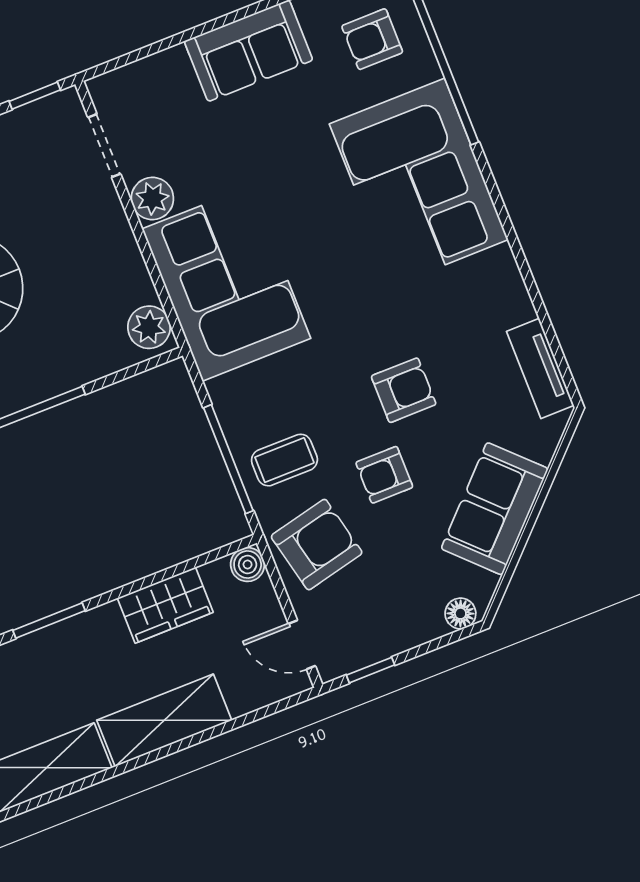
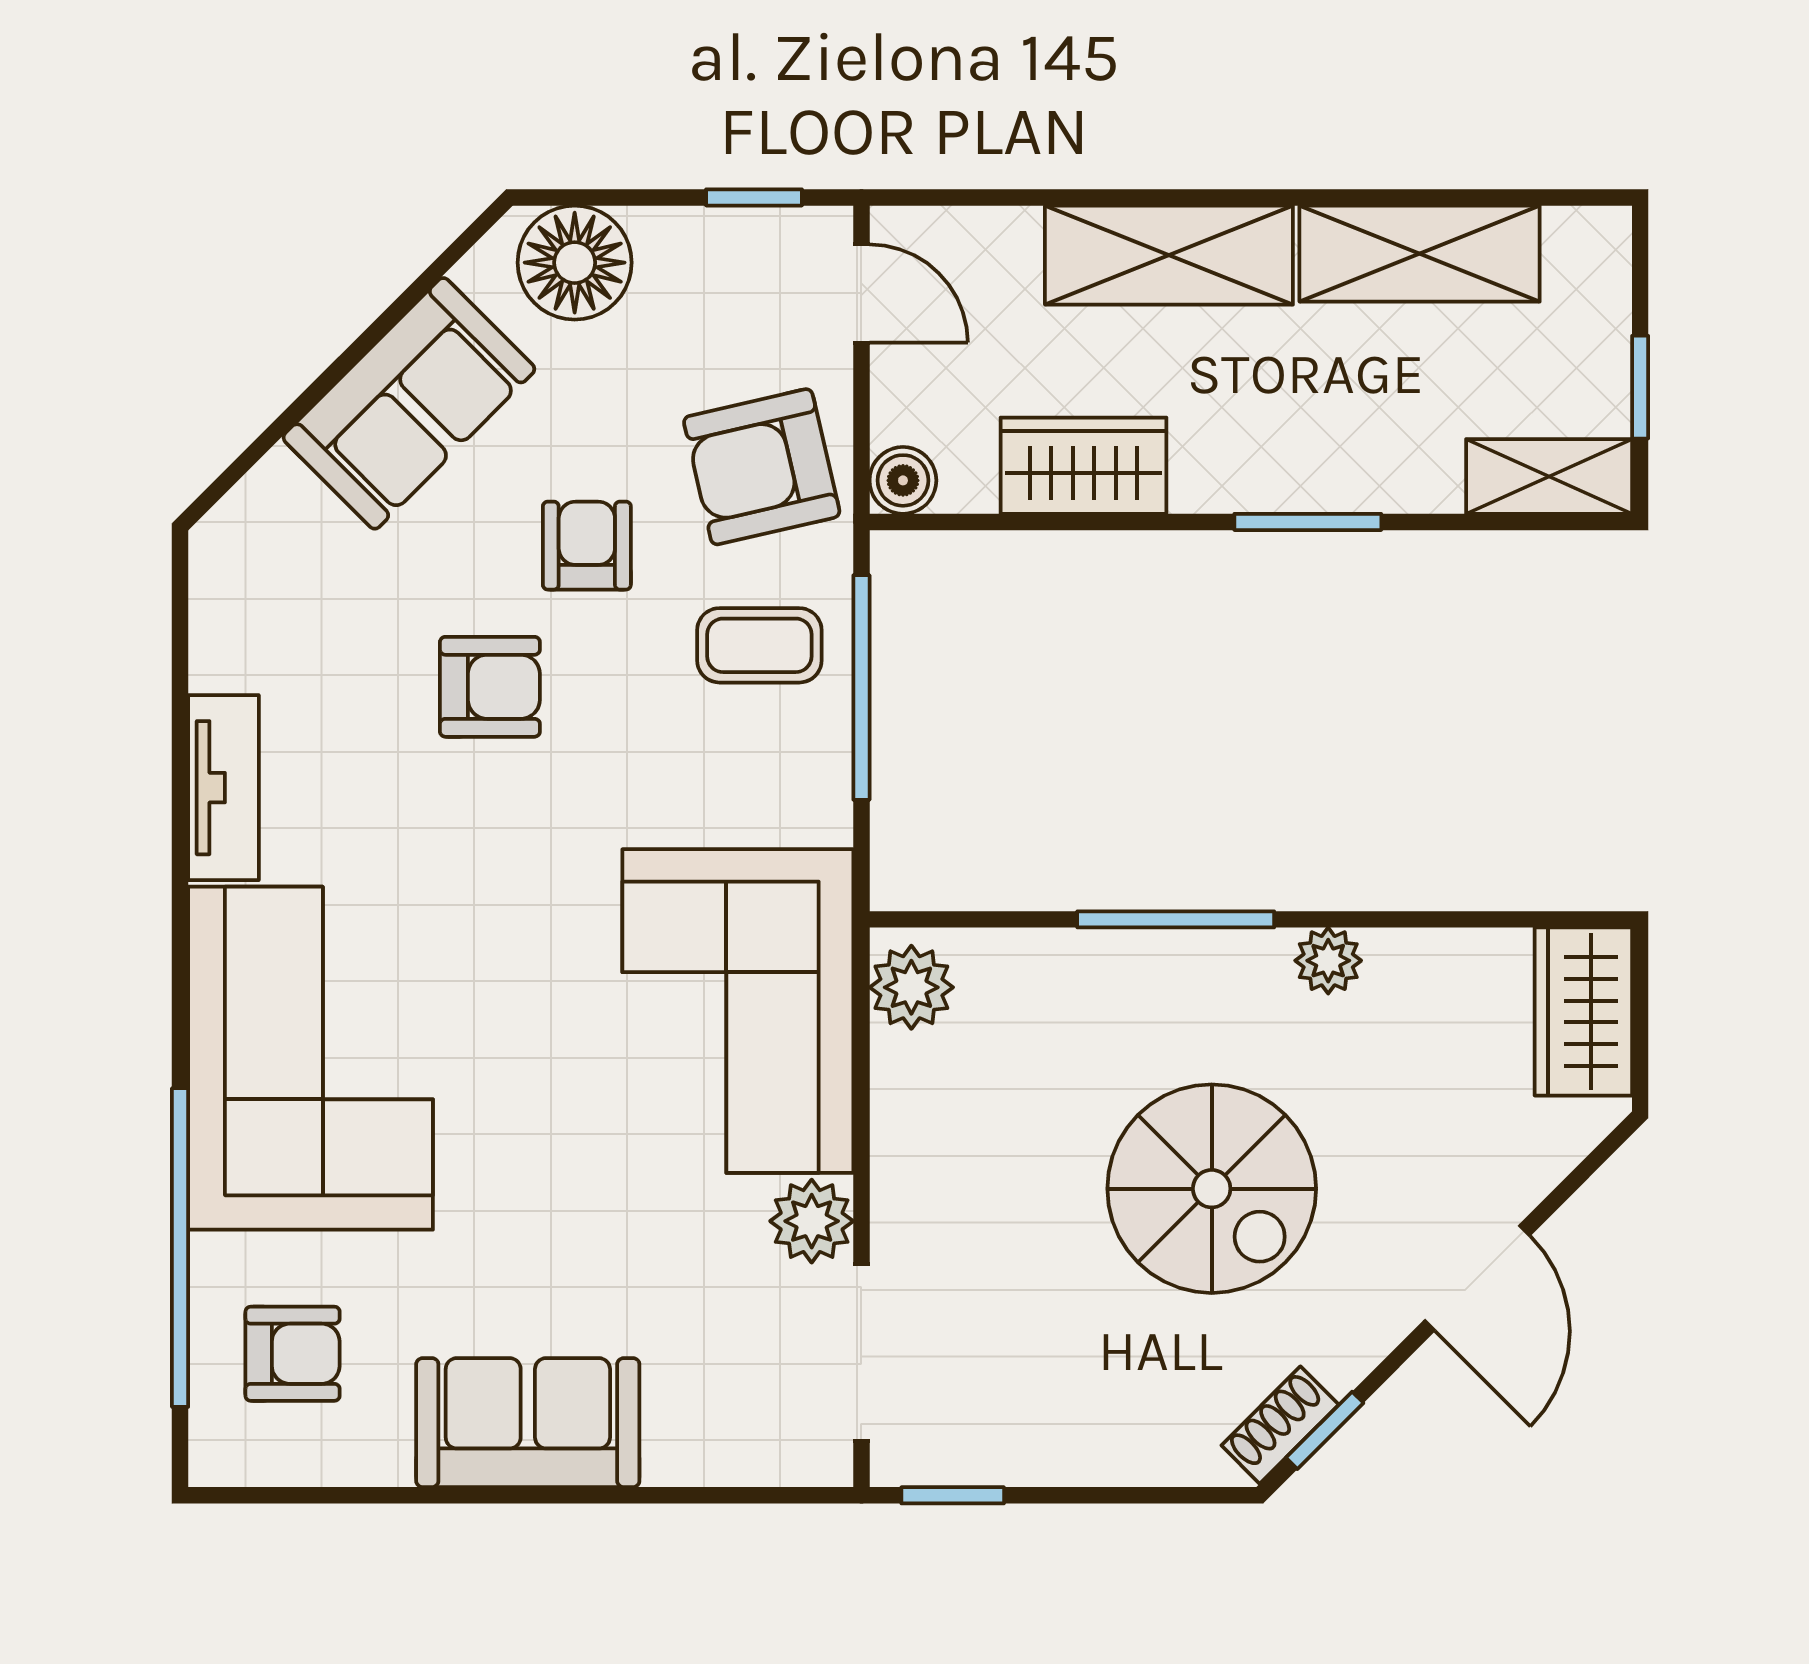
doorway: (104, 146) -> (861, 1353), width x1.38
tv unit: (540, 368) -> (224, 788), moved
armchair: (404, 390) -> (490, 687), turned 180
armchair: (384, 475) -> (587, 546), turned -90
floor lamp: (460, 613) -> (575, 263), width x1.89, depth x1.89

